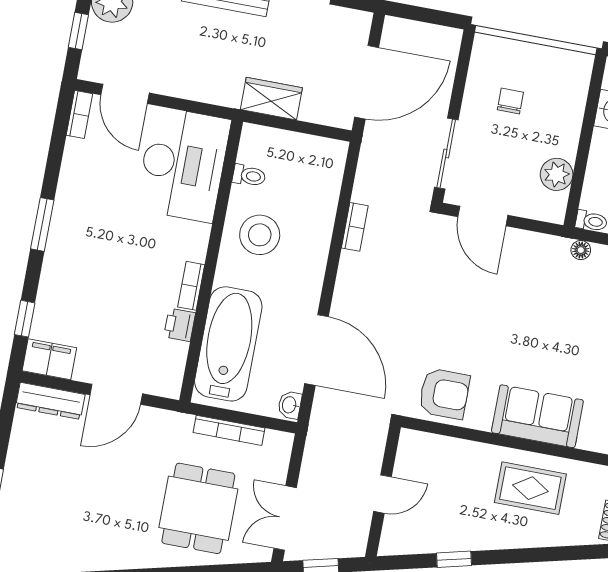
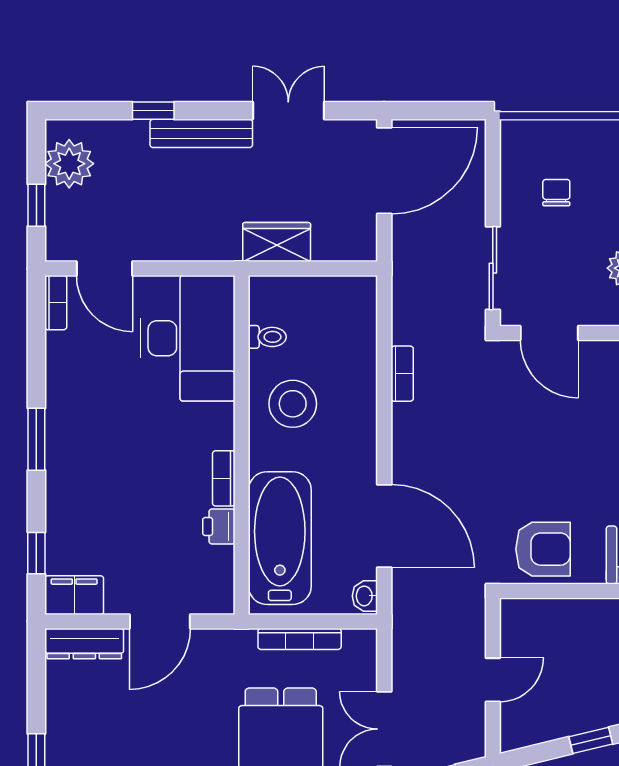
door: (367, 82) -> (384, 171), moved

